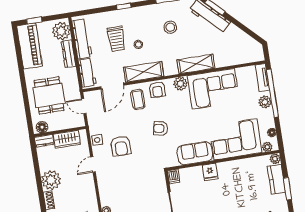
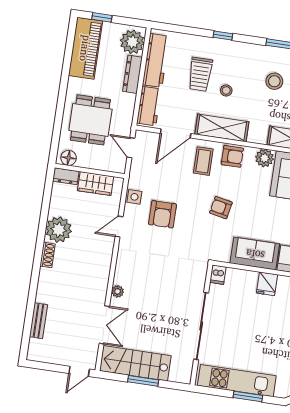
armchair: (157, 90) -> (232, 156), turned -90

